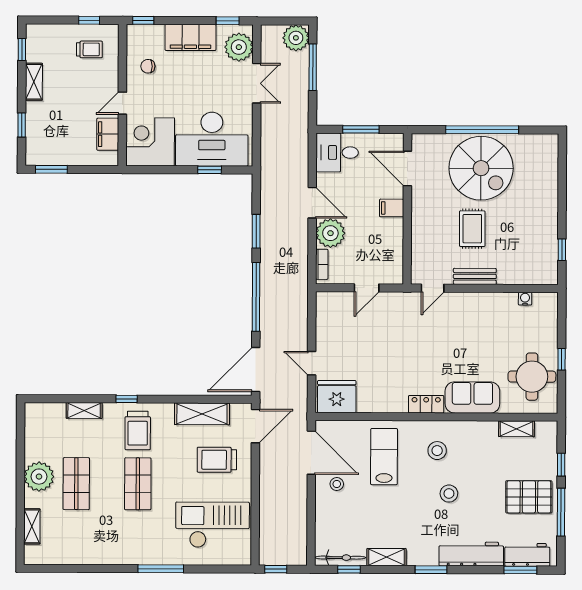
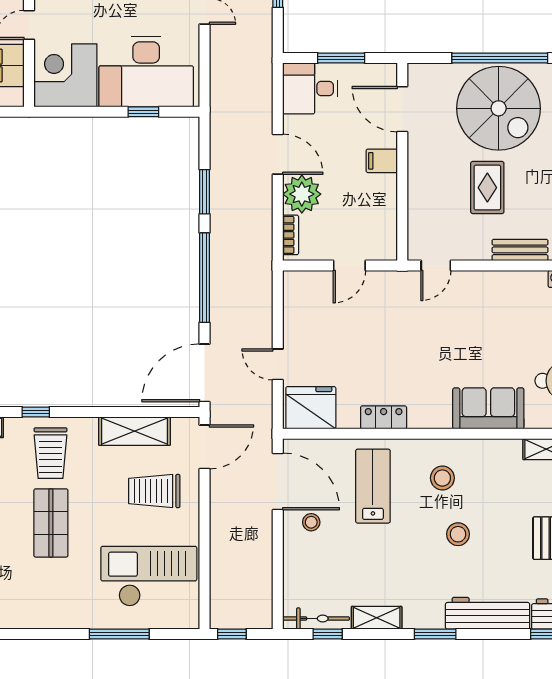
bench: (475, 276) -> (520, 250), moved
locker: (426, 404) -> (384, 417), moved
window: (161, 569) -> (119, 634), moved

